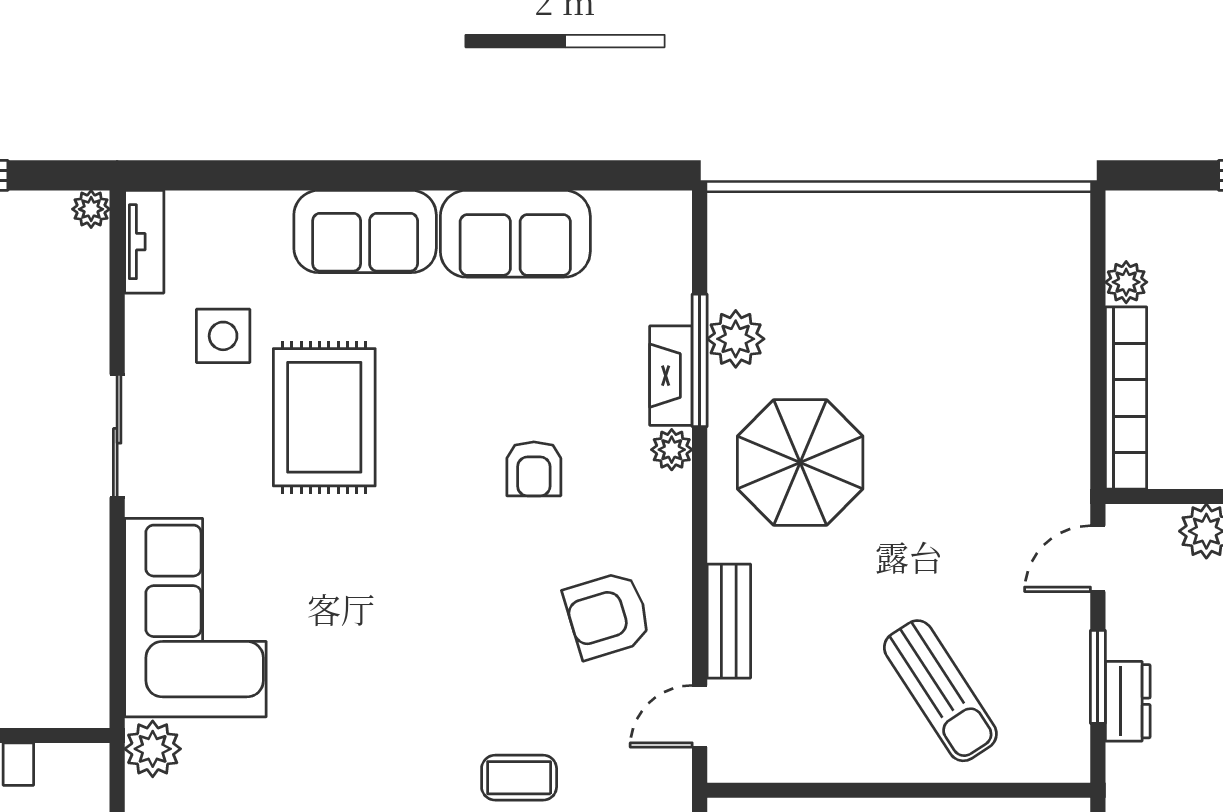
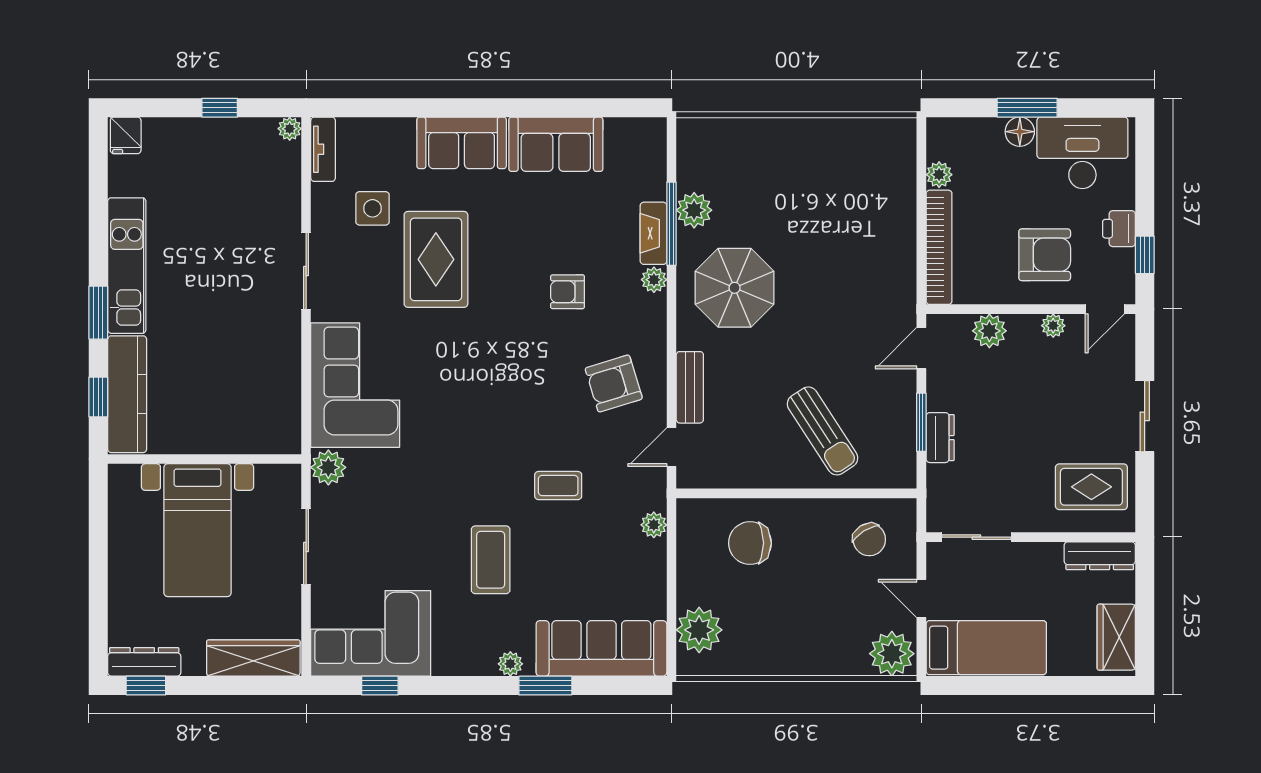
armchair: (534, 469) -> (567, 292), turned 90

